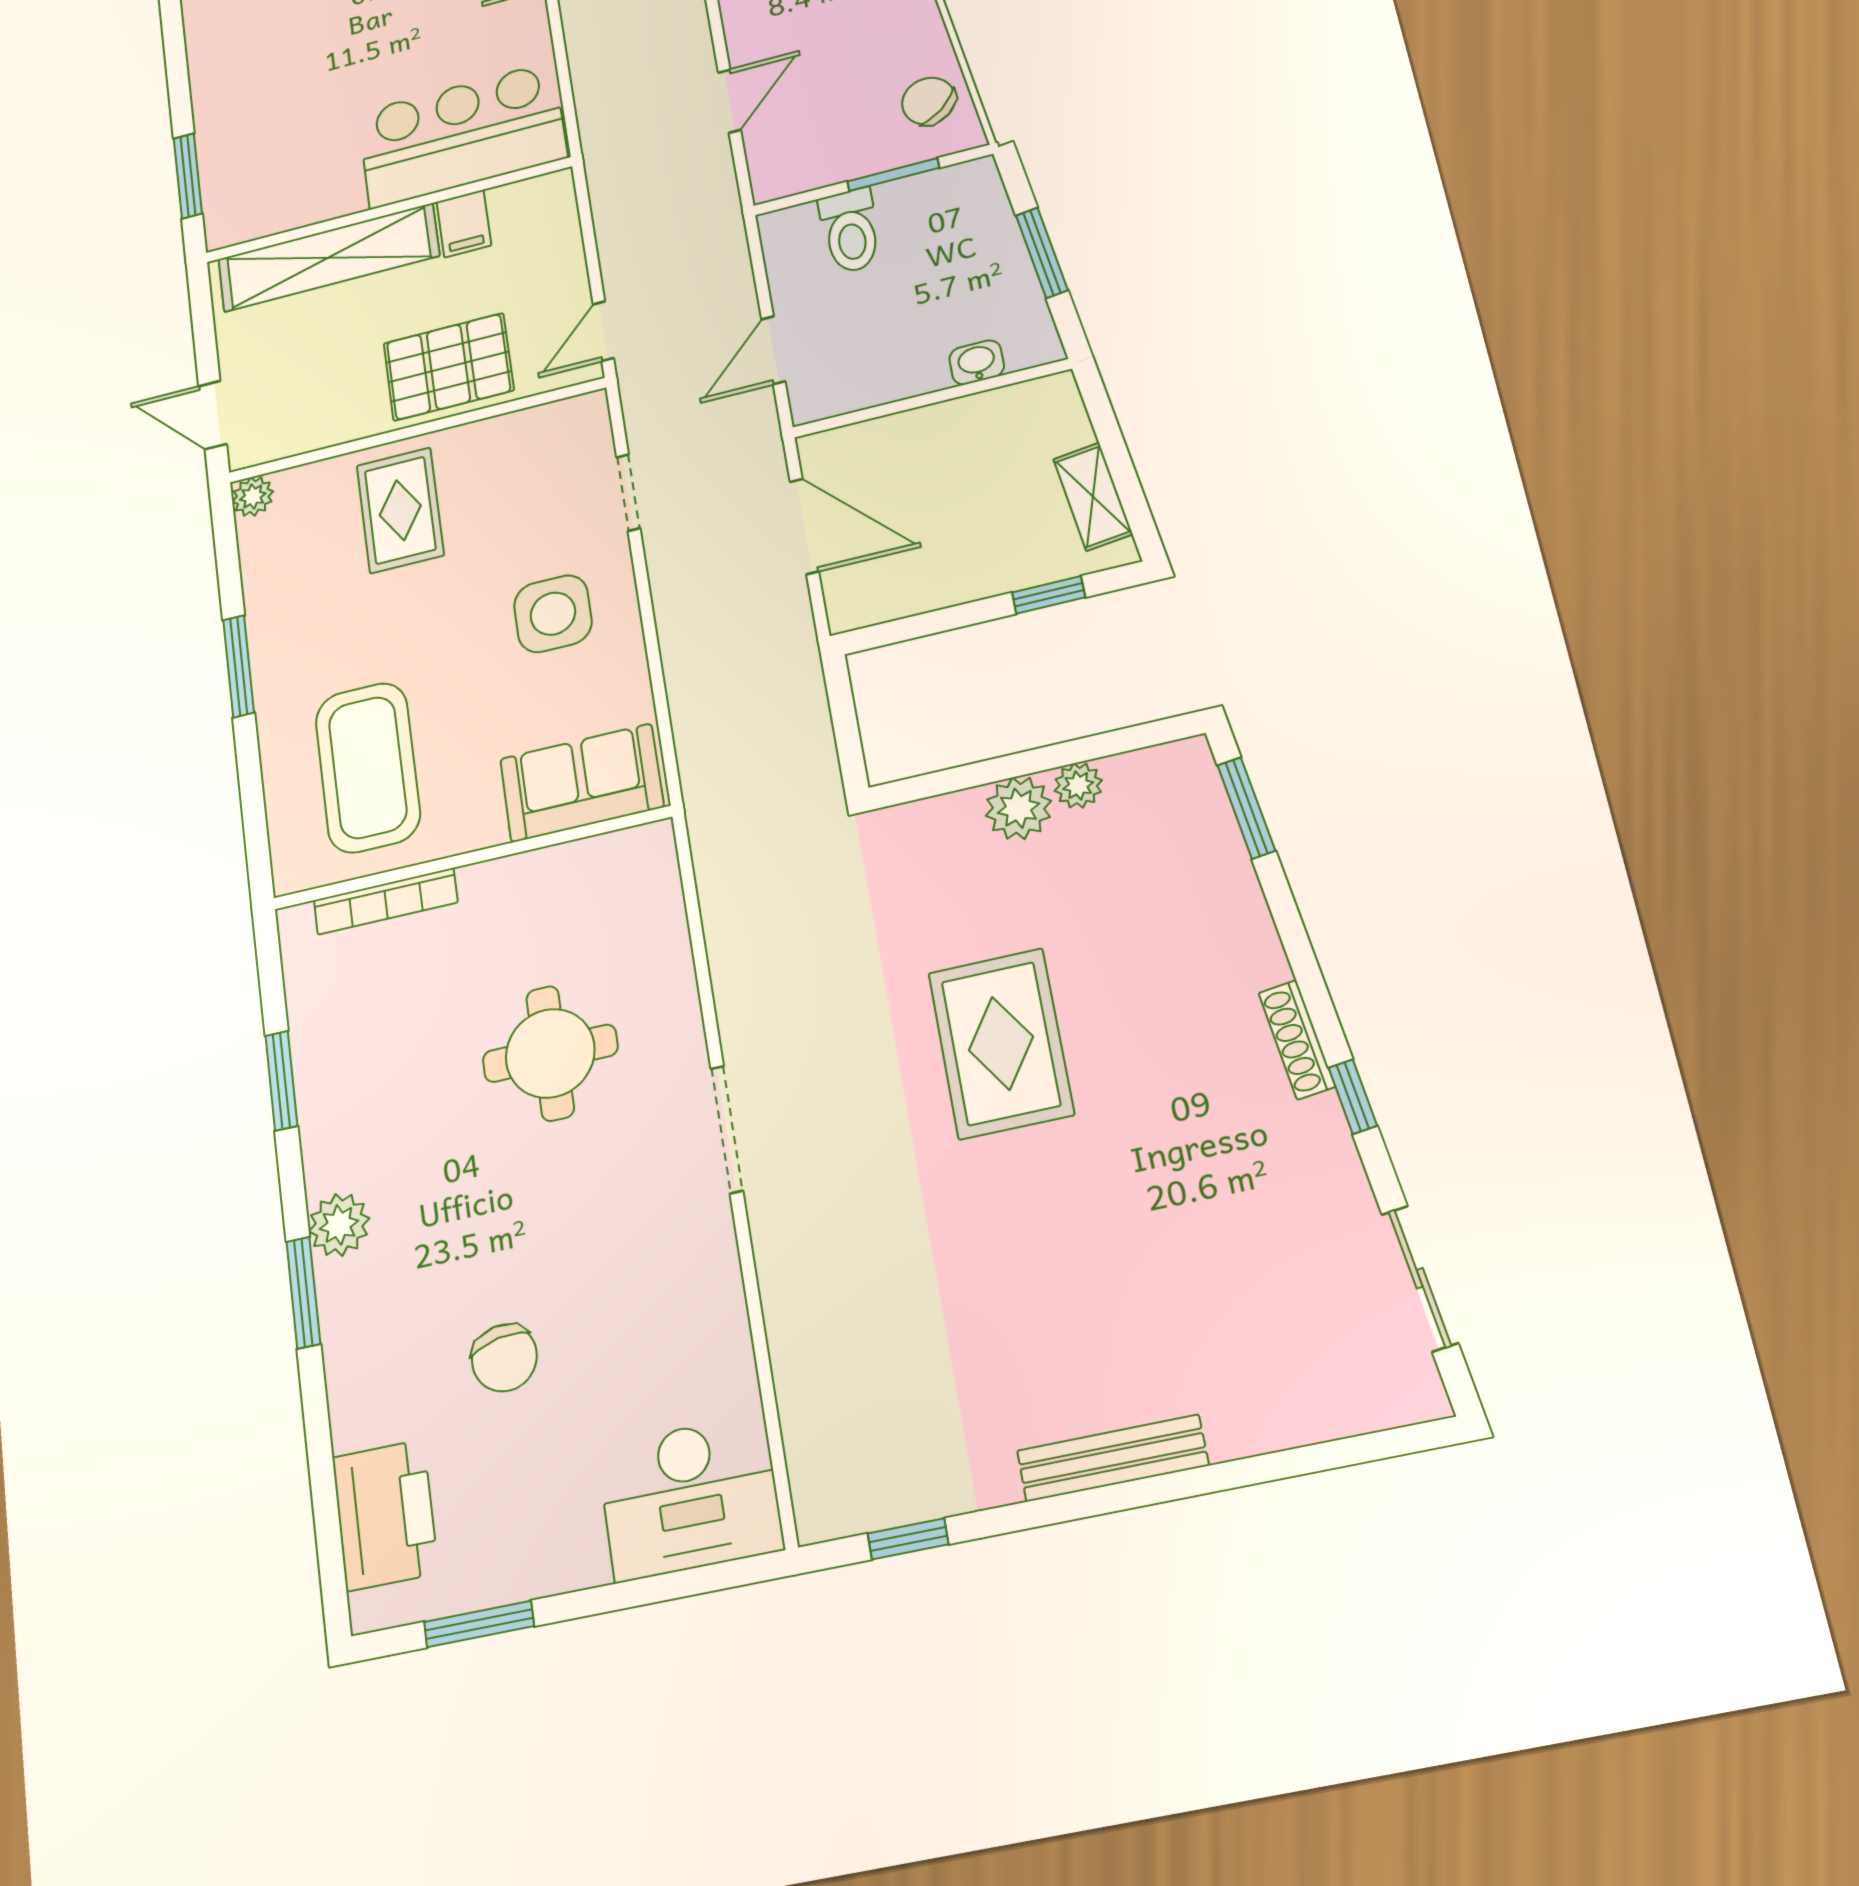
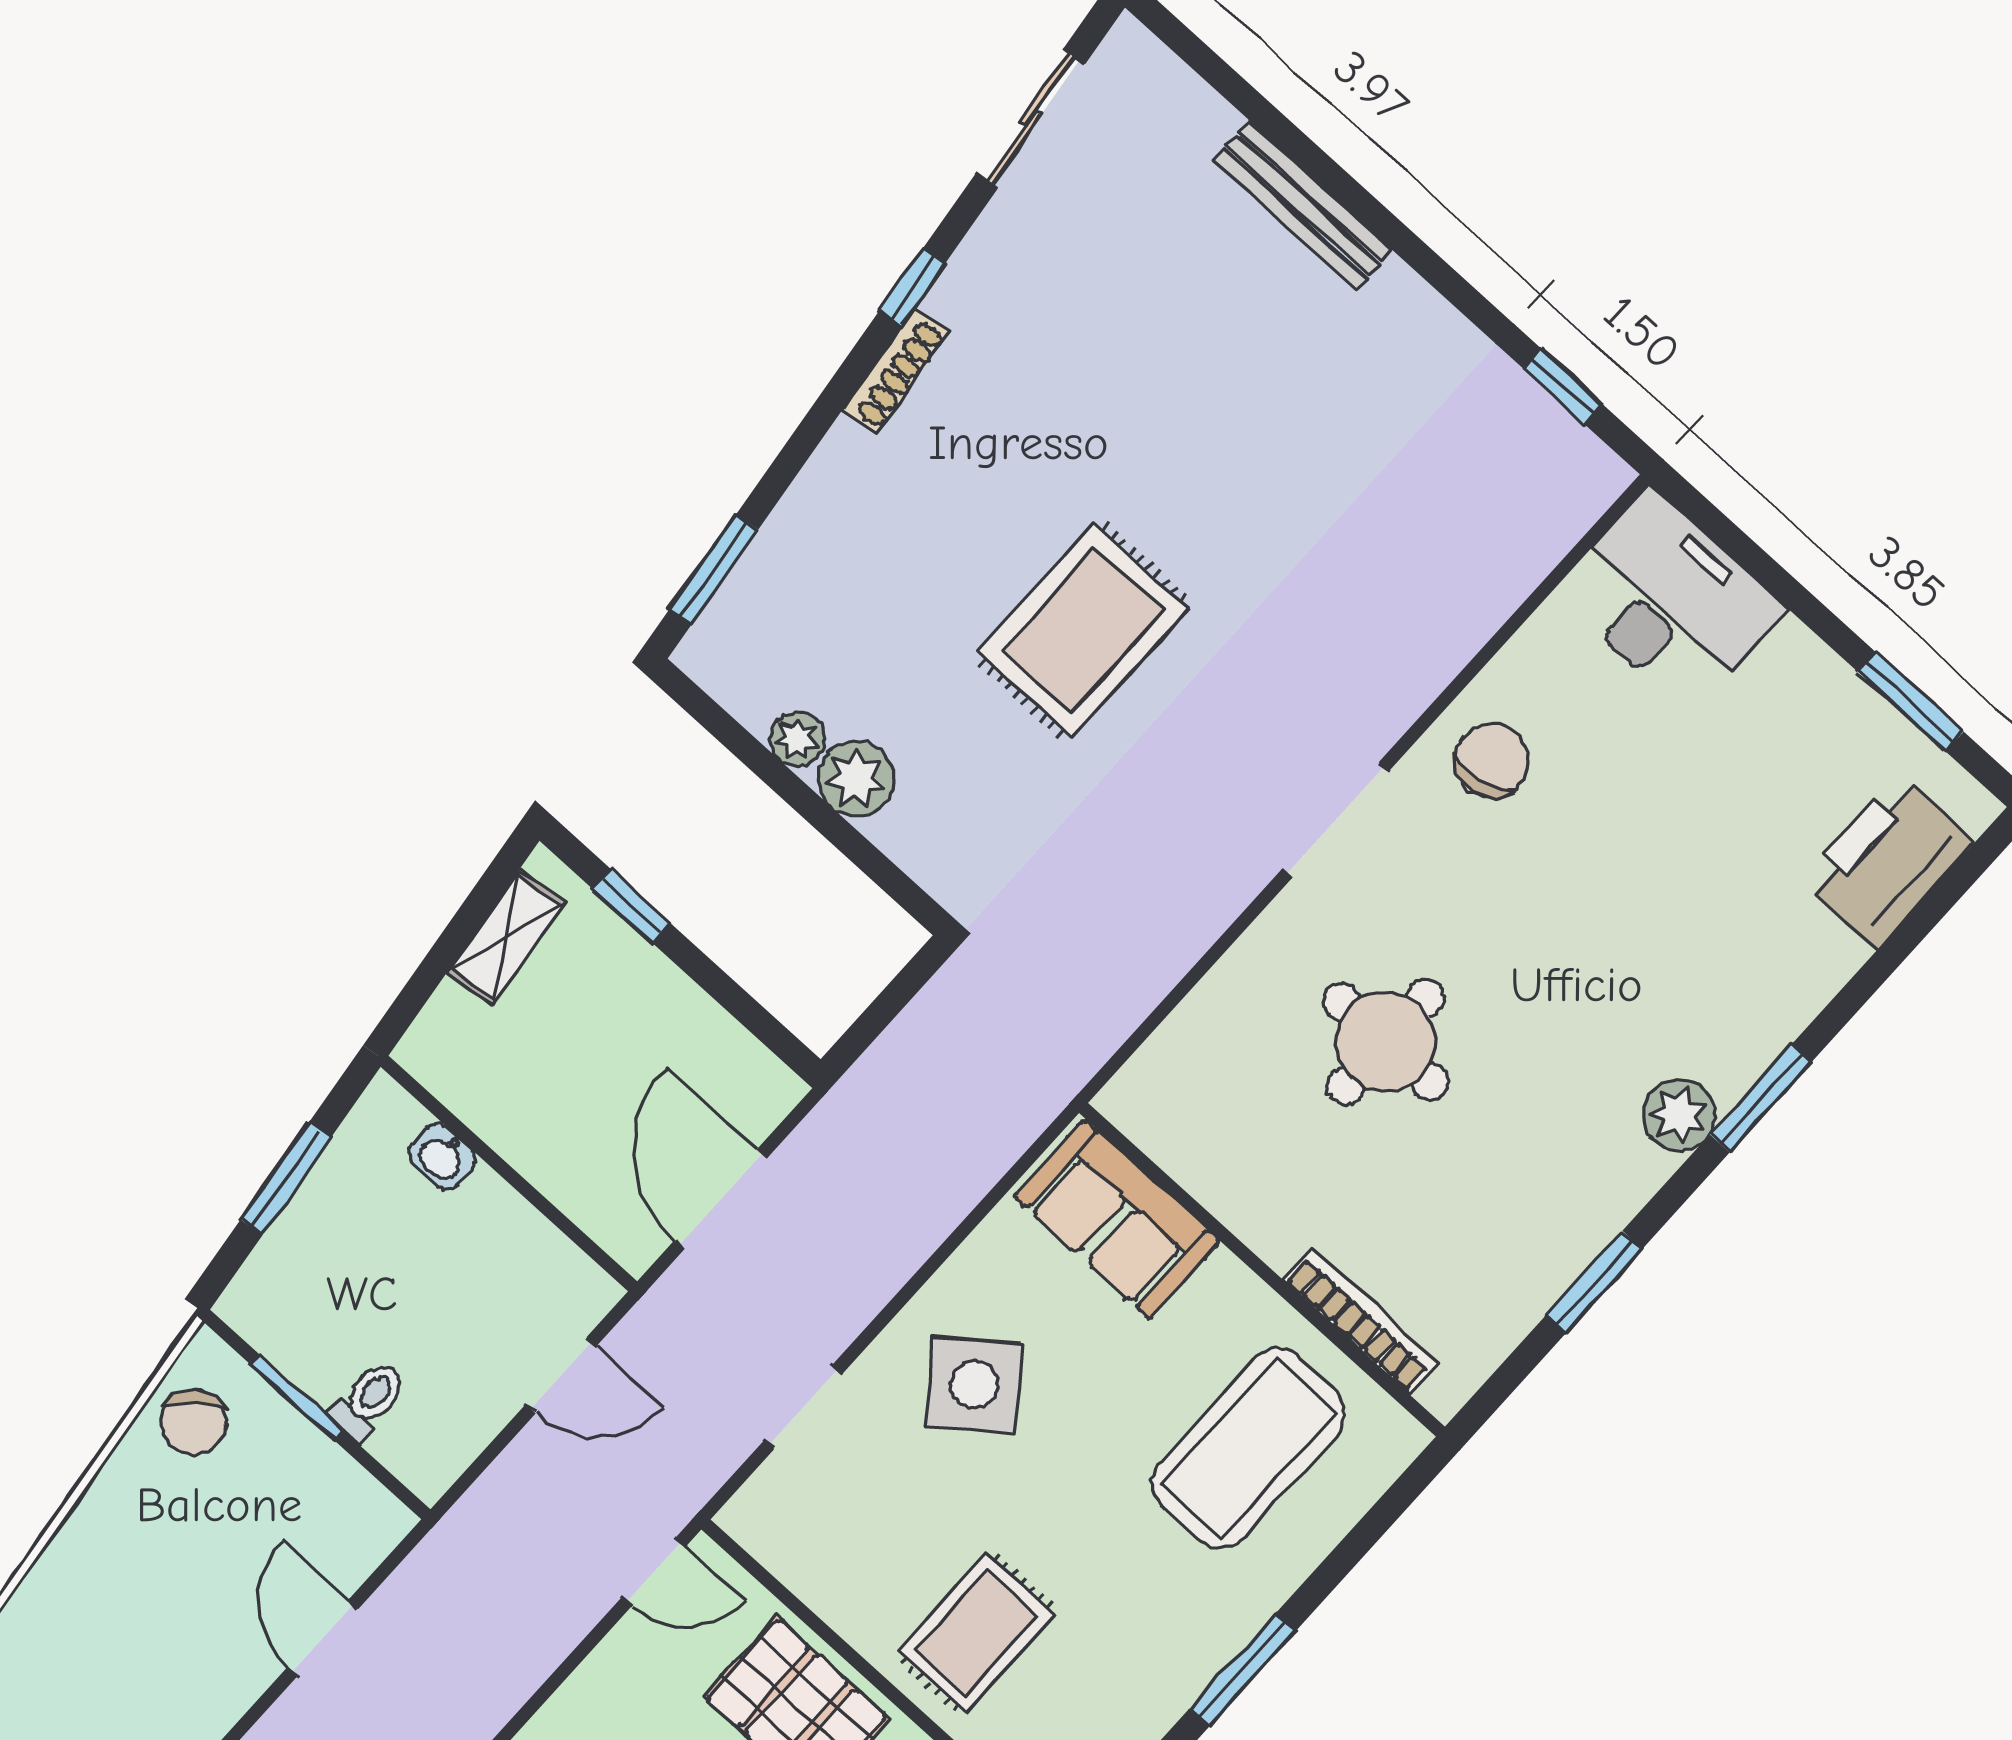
door: (729, 101) -> (323, 1638), hinge flipped
toilet: (850, 231) -> (368, 1400), width x0.73, depth x0.72
side table: (553, 614) -> (974, 1385), turned -38
chair: (504, 1358) -> (1491, 760), moved
bench: (1113, 1458) -> (1304, 206), moved

